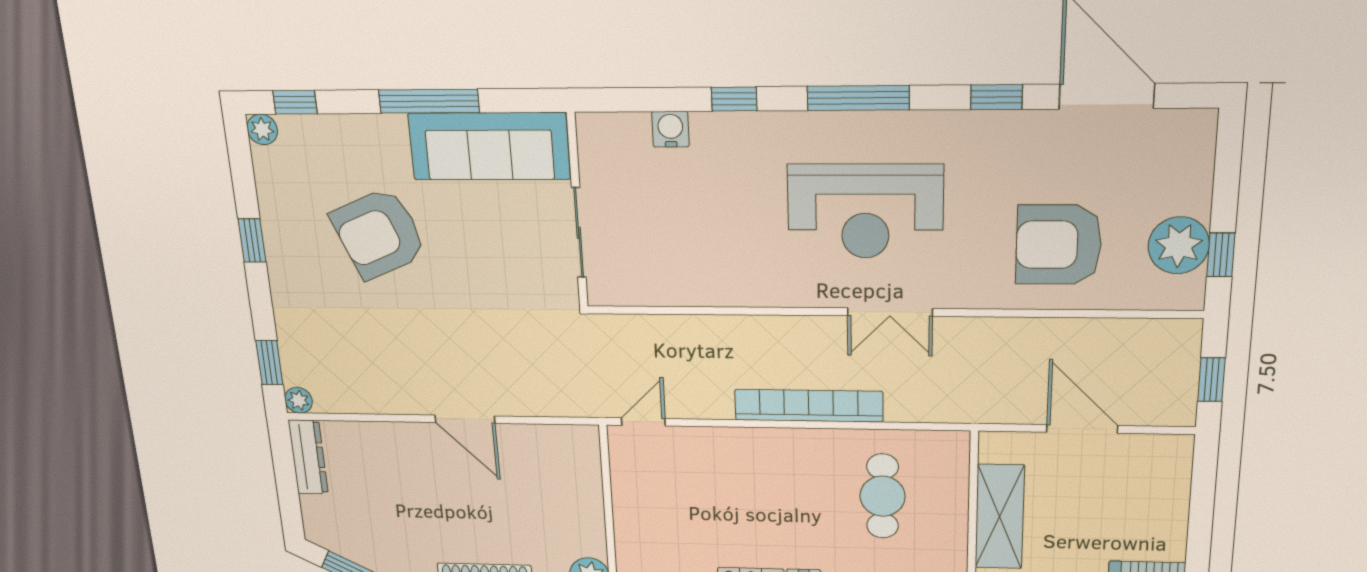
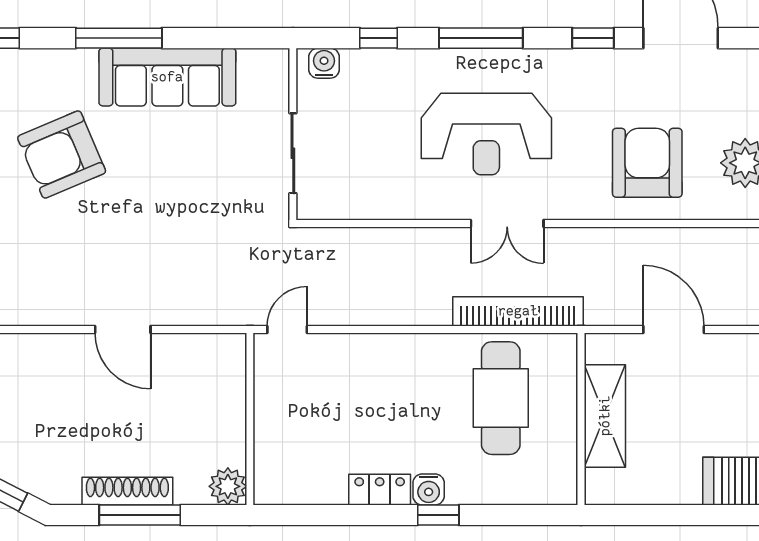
wall: (577, 211) -> (293, 134), moved
sliding door: (579, 233) -> (293, 153), moved
armchair: (1059, 245) -> (647, 163), turned 90
bookcase: (809, 406) -> (518, 311), moved
cafe table: (883, 496) -> (501, 398), width x1.37, depth x1.35

